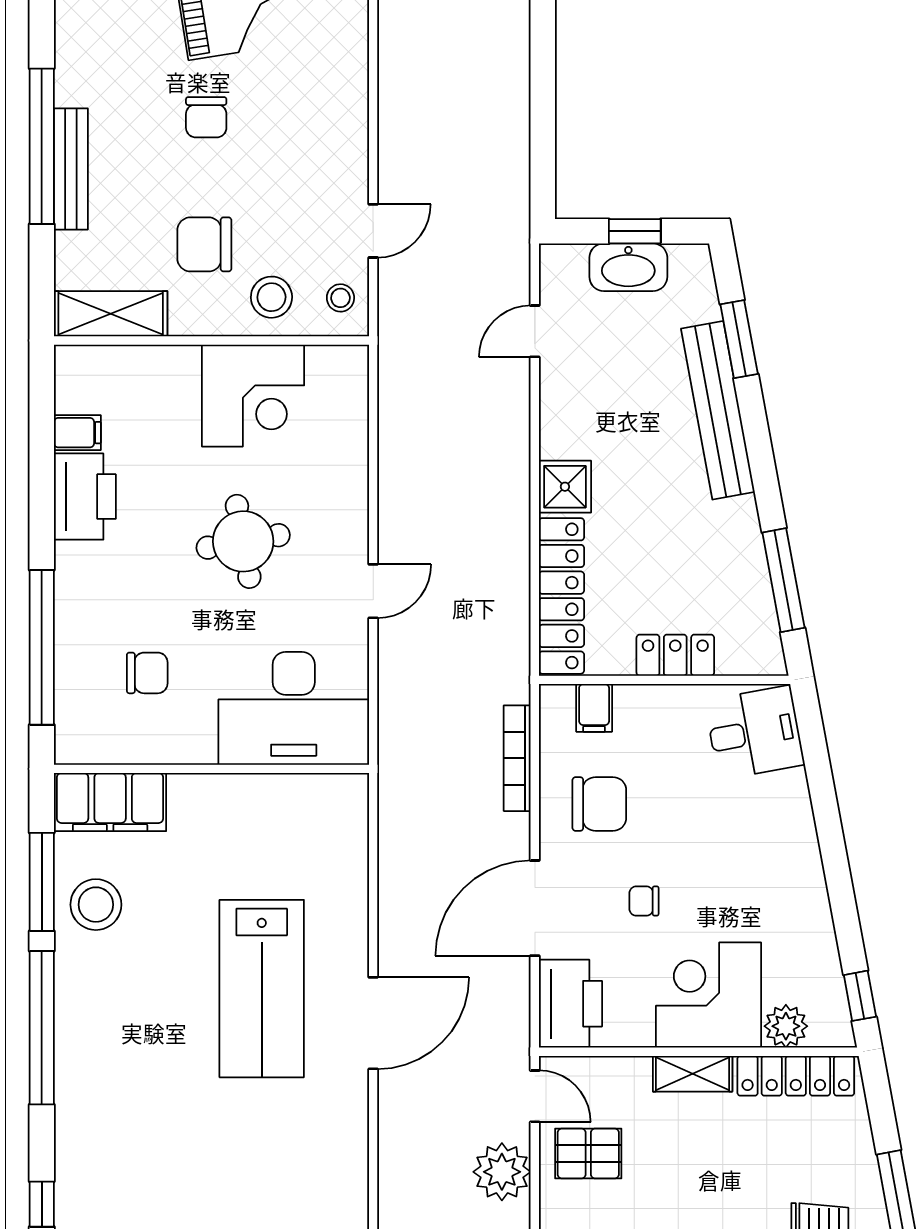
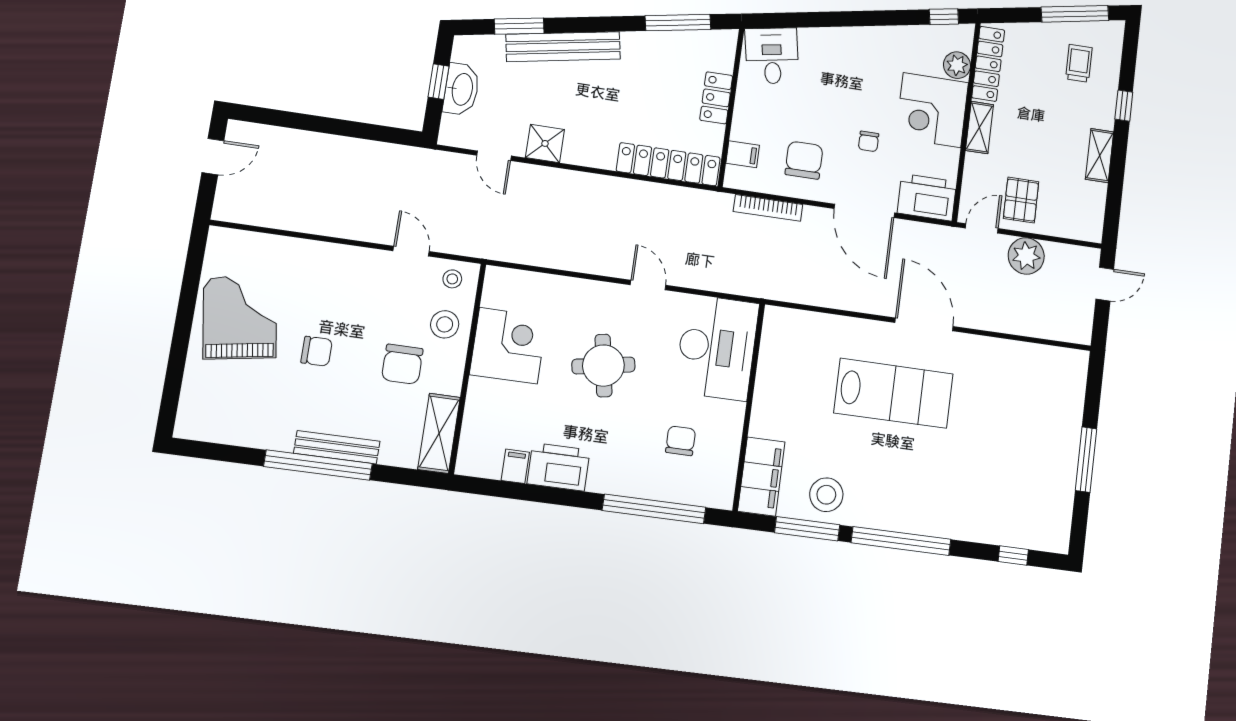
shower: (565, 487) -> (545, 143), moved

